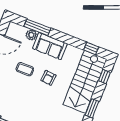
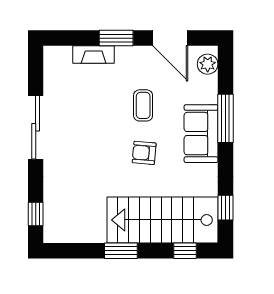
window: (37, 27) -> (225, 118), moved
plant: (31, 35) -> (208, 64), moved

